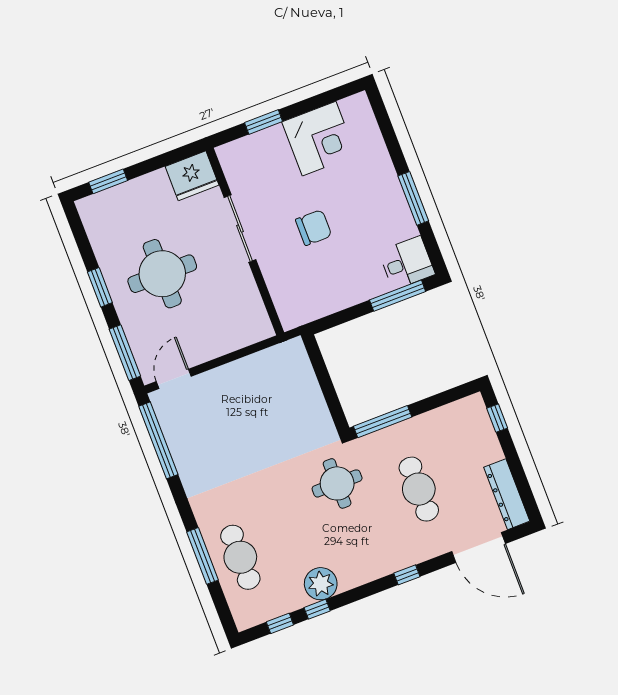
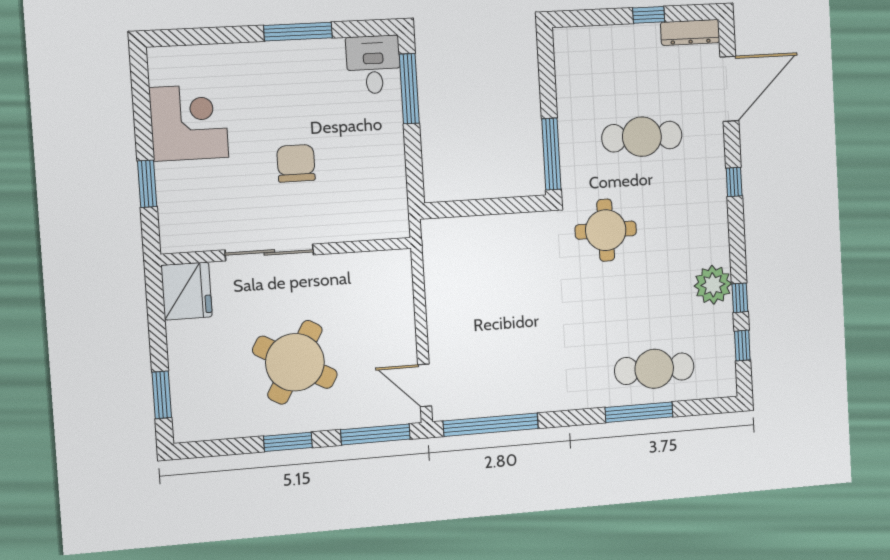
round table: (162, 274) -> (295, 362), turned 30
window: (497, 418) -> (649, 15), moved
dresser: (507, 494) -> (690, 32), width x0.73, depth x0.80

